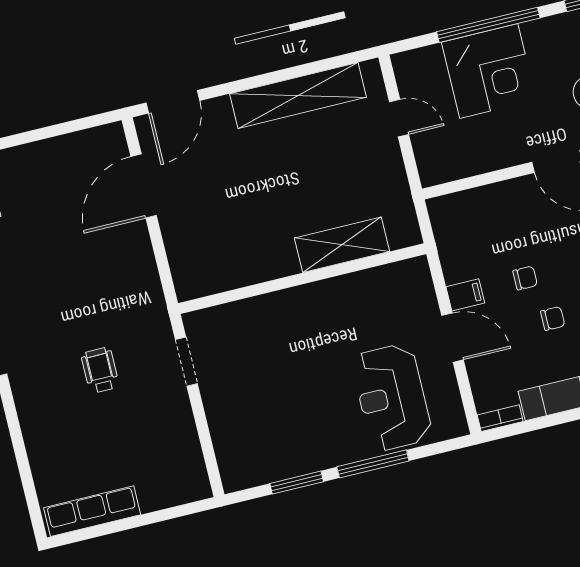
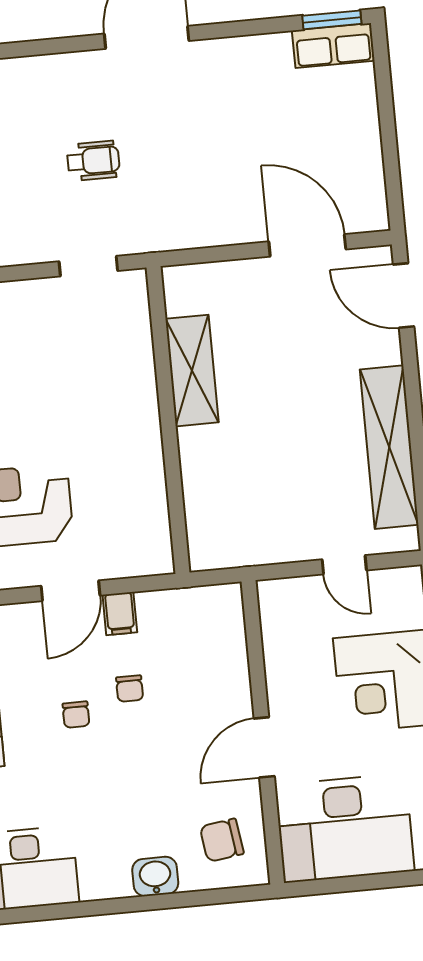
door: (399, 118) -> (344, 565), hinge flipped
shelving: (342, 245) -> (192, 371), moved

